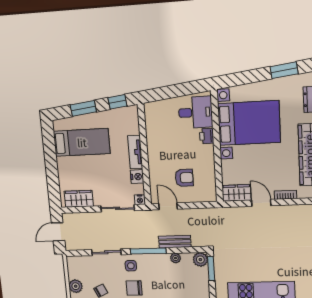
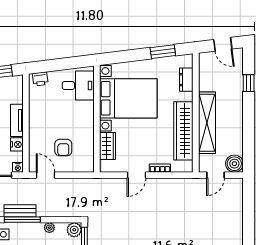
printer: (207, 136) -> (40, 79), moved, turned -97
armchair: (184, 178) -> (63, 148), turned 90
wardrobe: (237, 193) -> (108, 146), moved, turned 90
door: (261, 203) -> (136, 175), swing flipped
bench: (175, 242) -> (20, 211), moved

